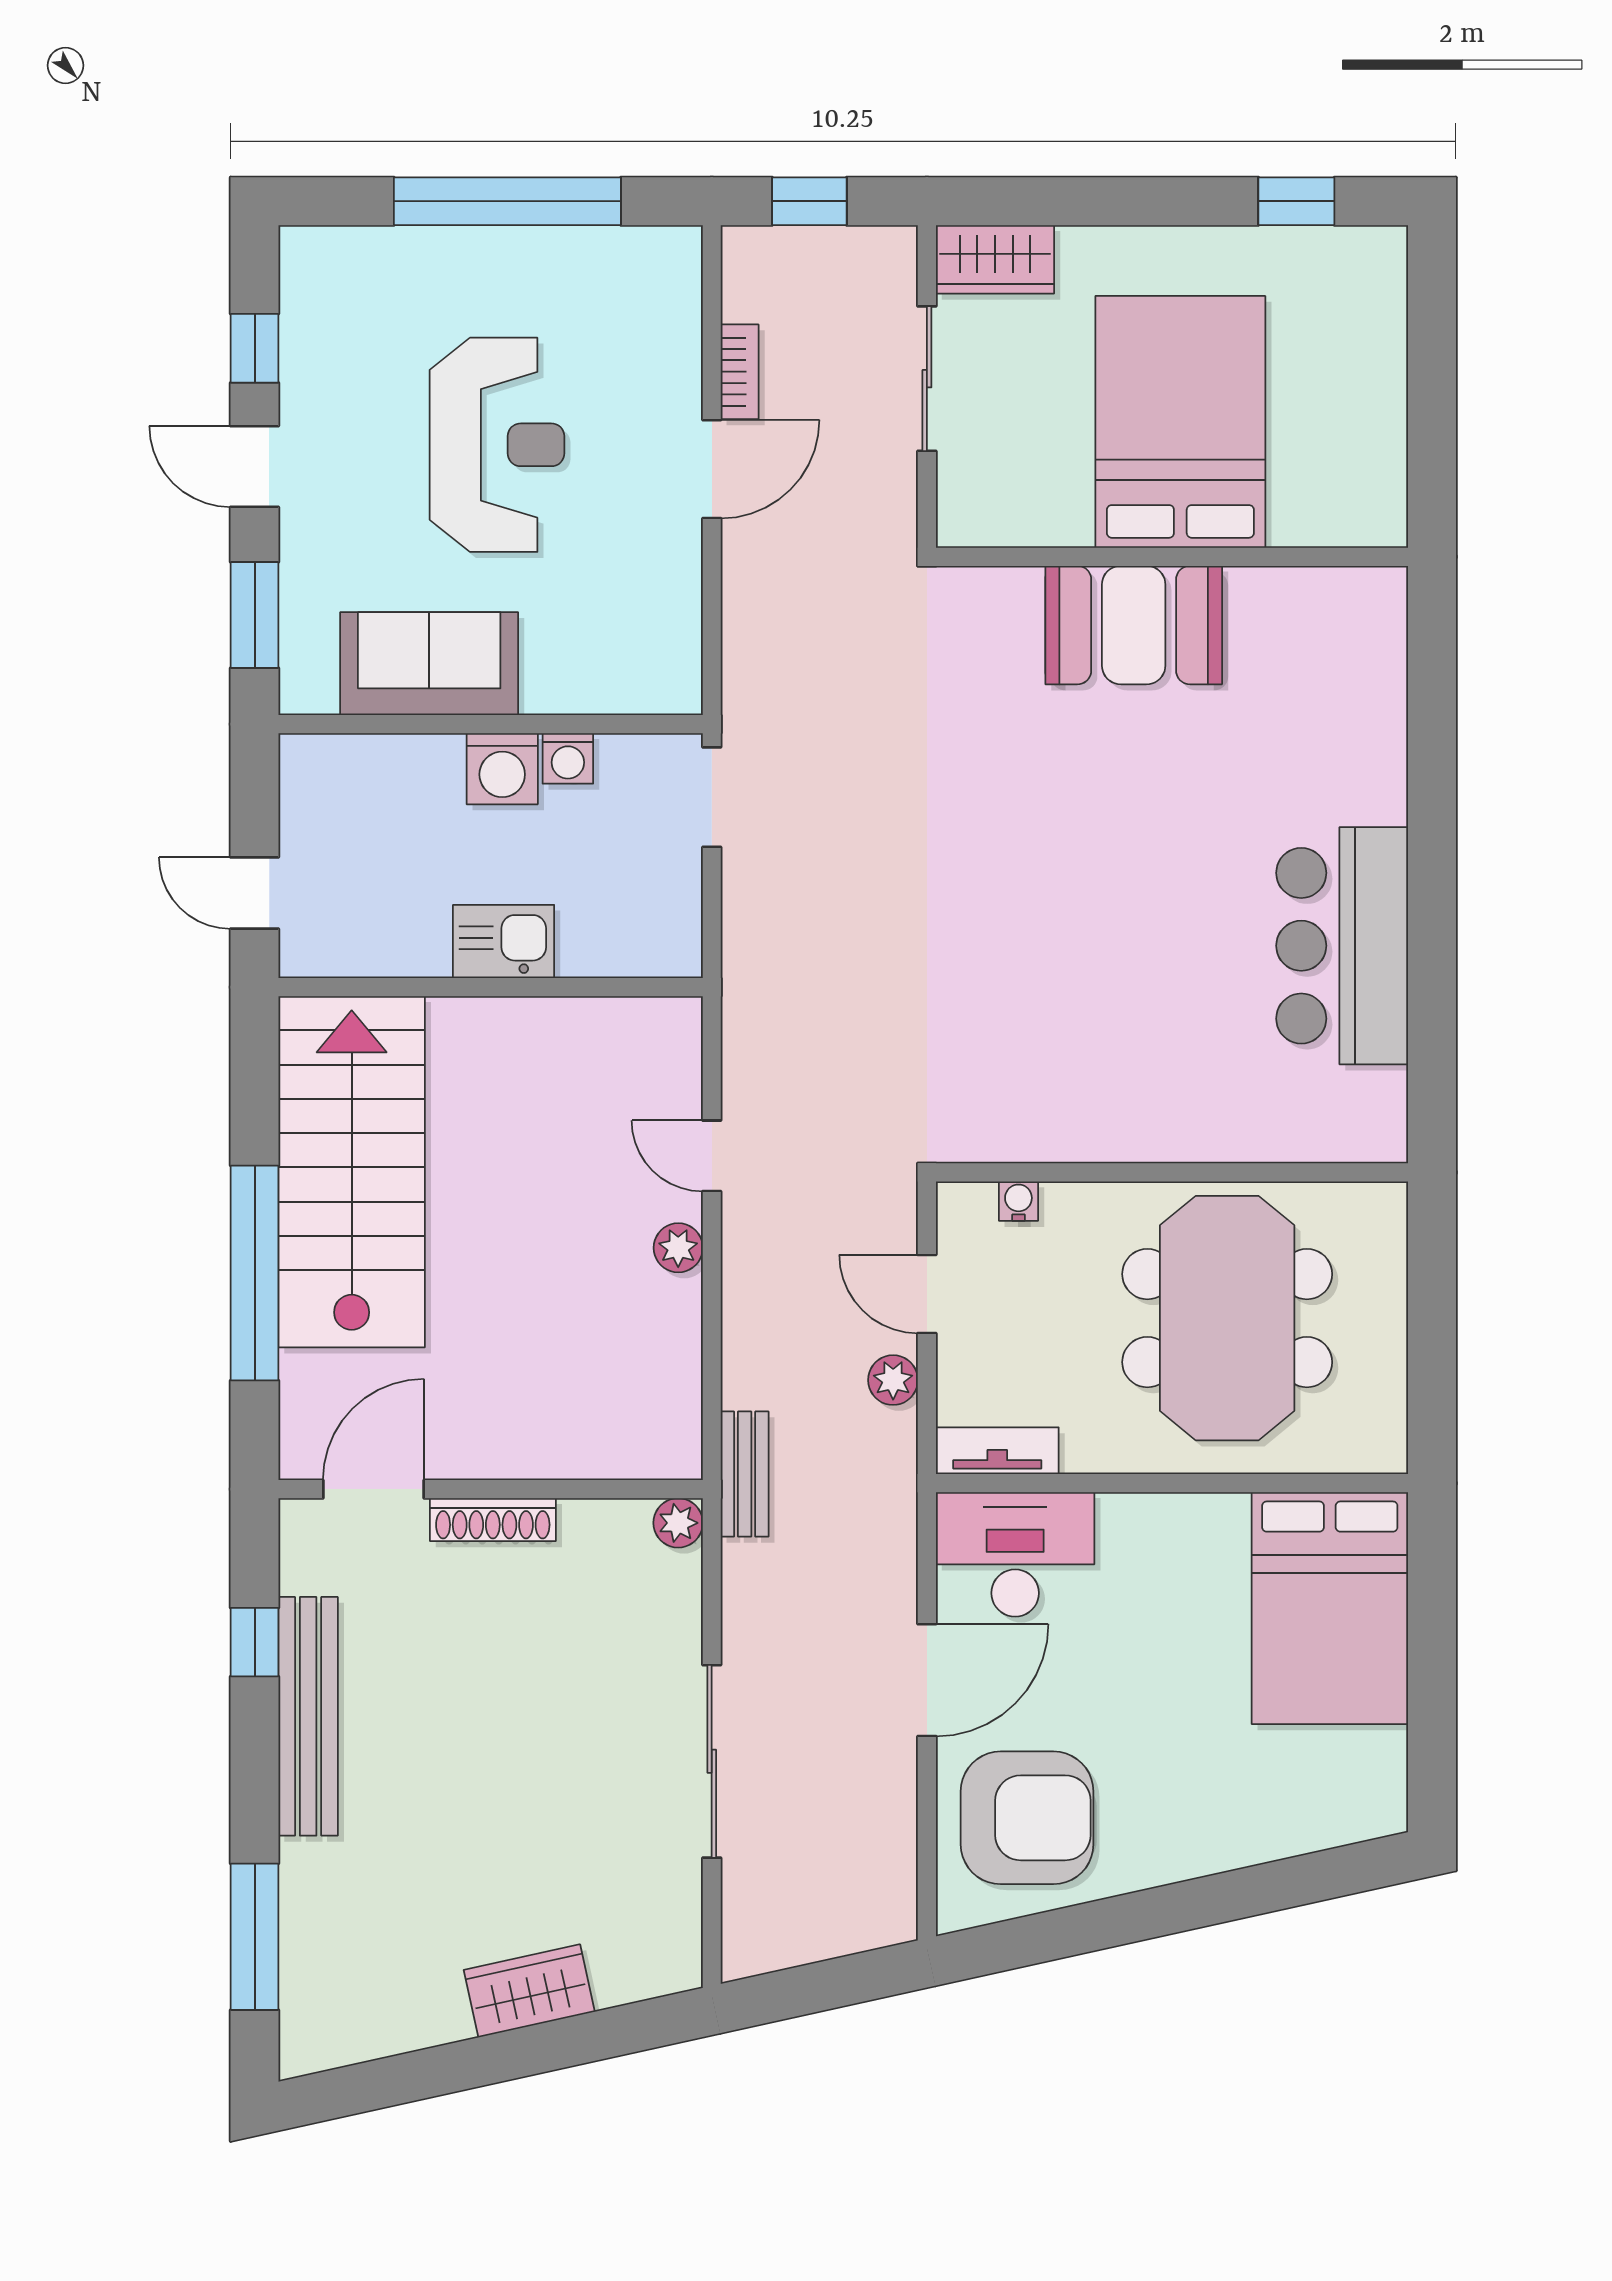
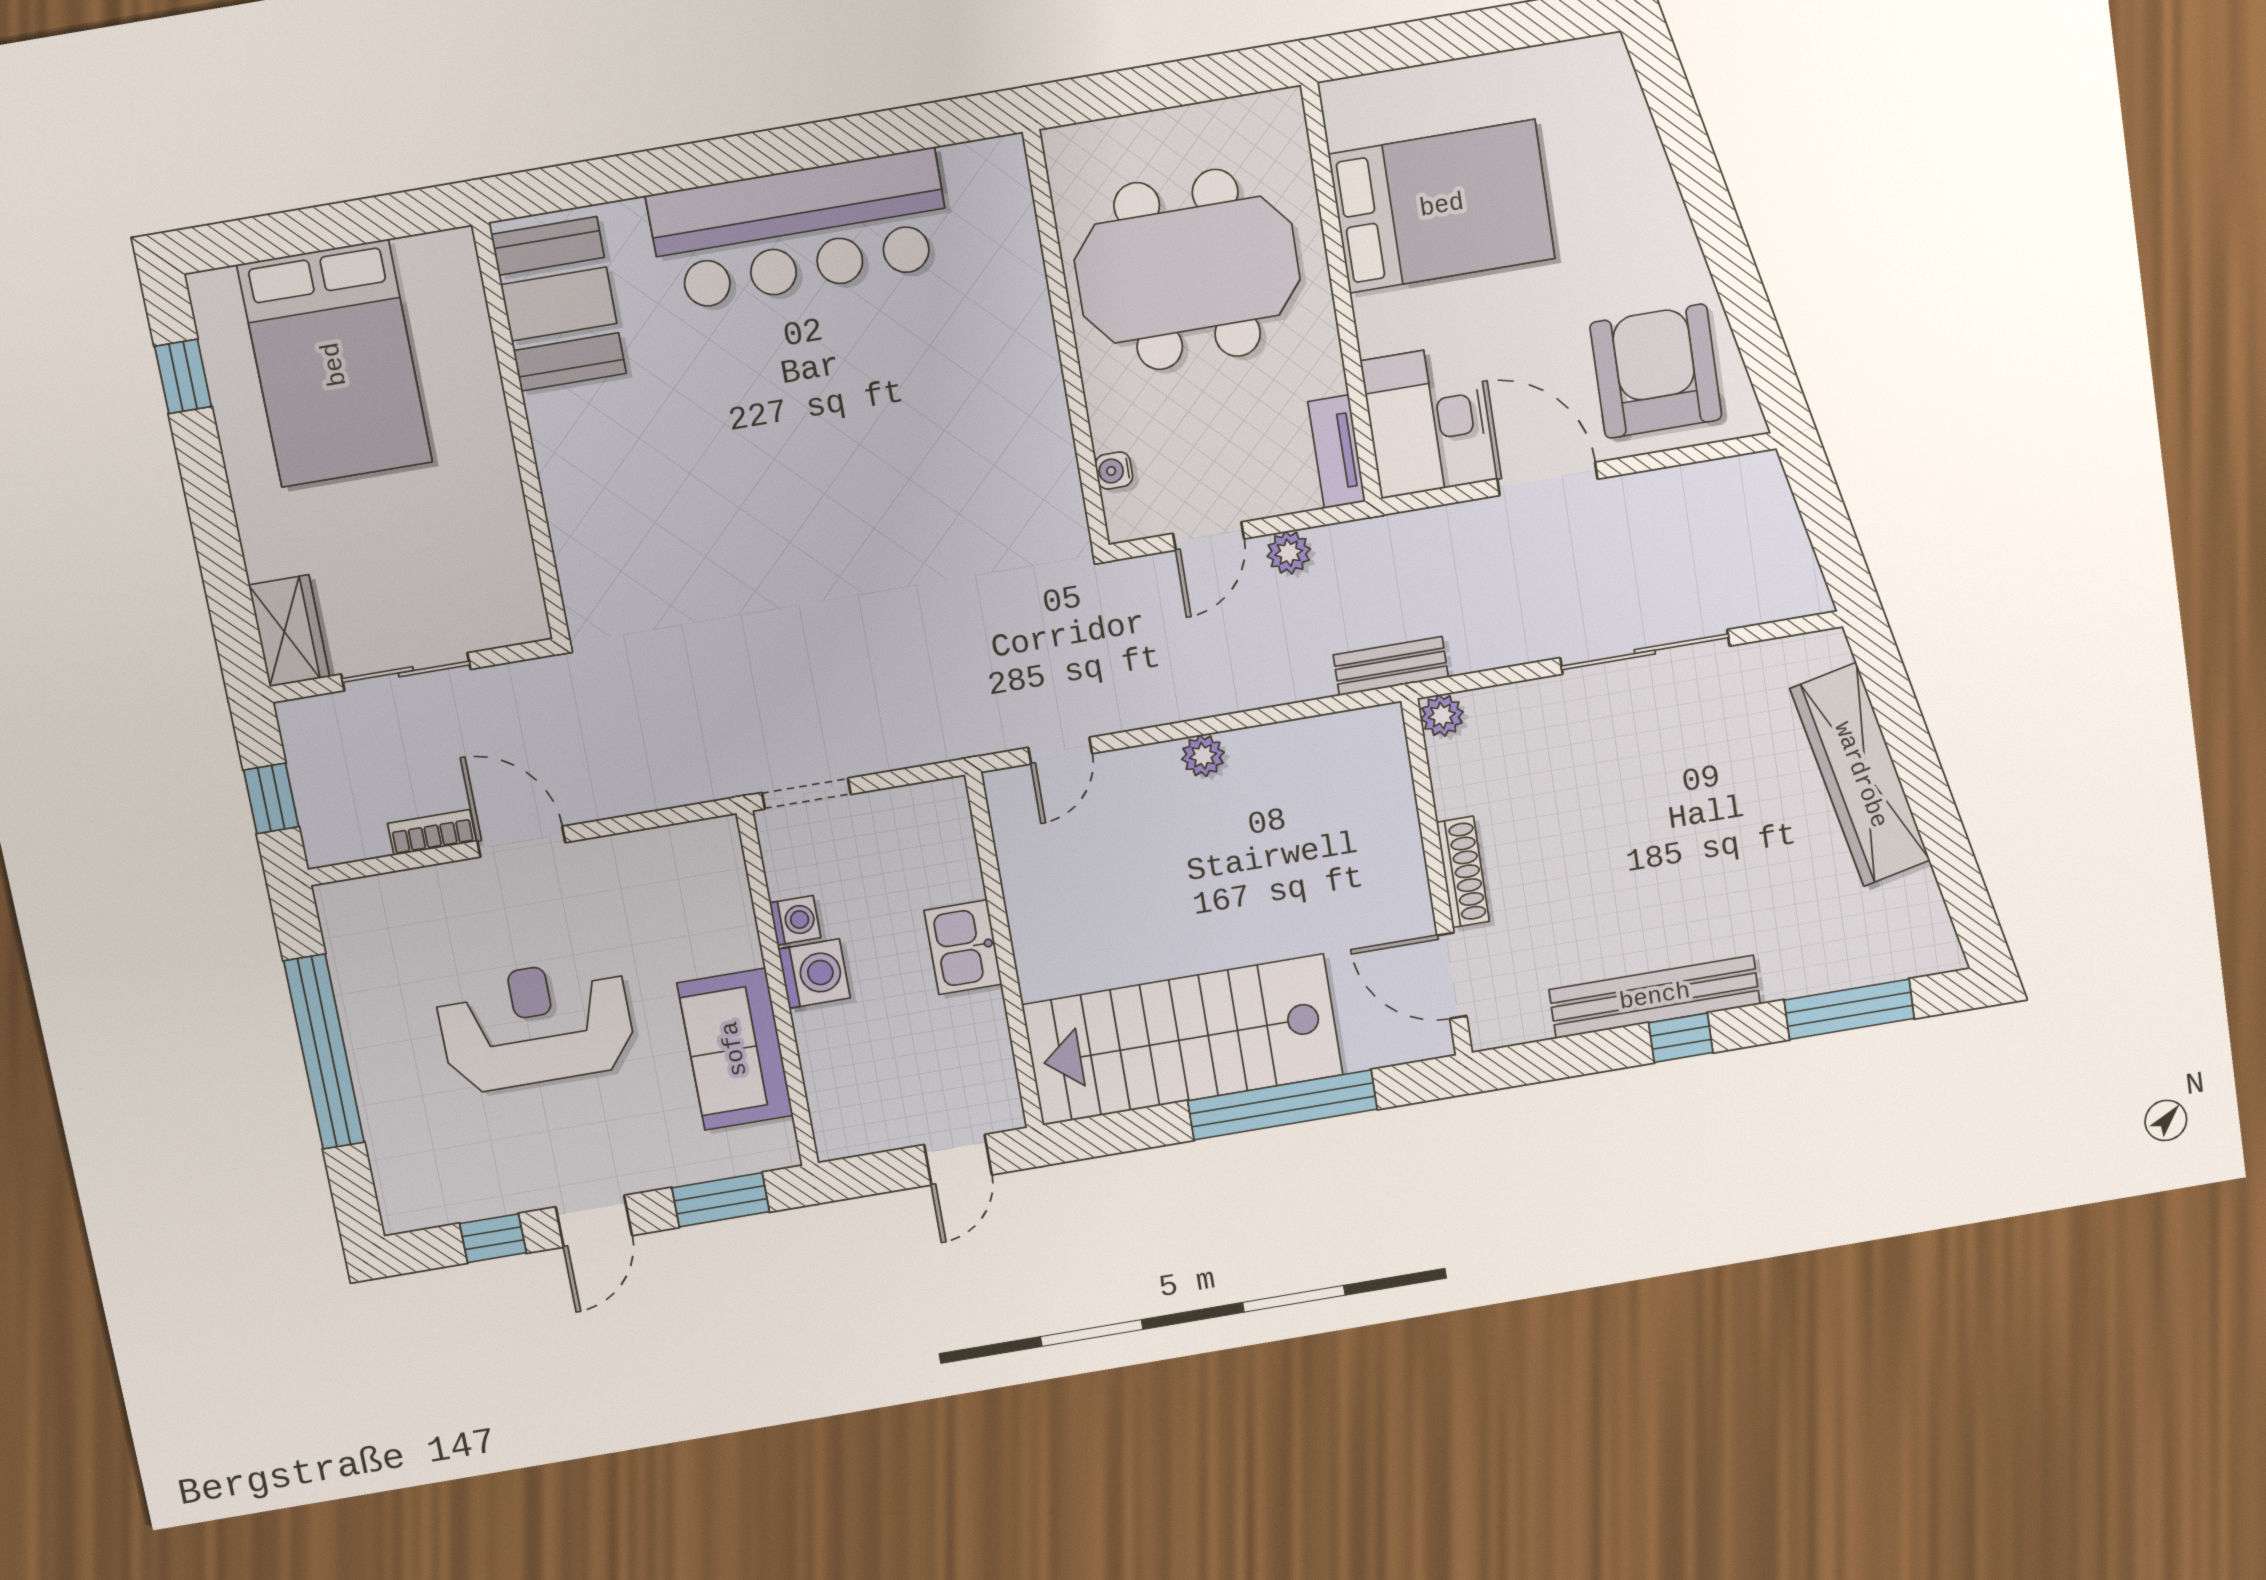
bed: (1180, 422) -> (335, 364), moved, turned -90
booth: (1134, 625) -> (559, 304), moved
bar counter: (1342, 946) -> (800, 230), width x1.36
door: (712, 1156) -> (1060, 751), moved
bed: (1330, 1608) -> (1442, 206), moved
window: (255, 1642) -> (1681, 1038), moved
wardrobe: (529, 1991) -> (1860, 775), width x2.10, depth x1.17

